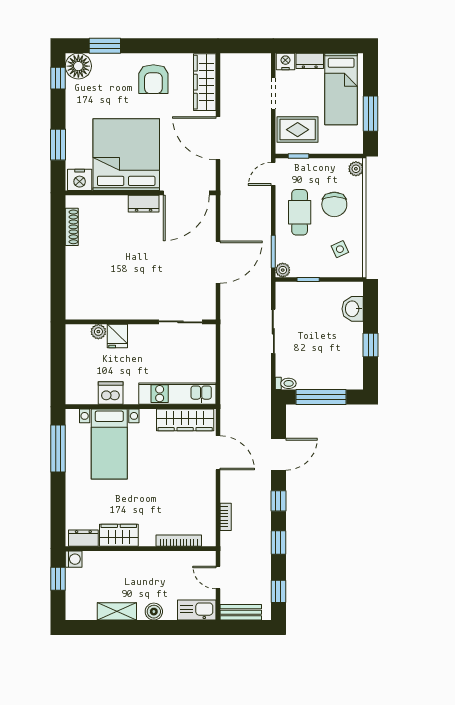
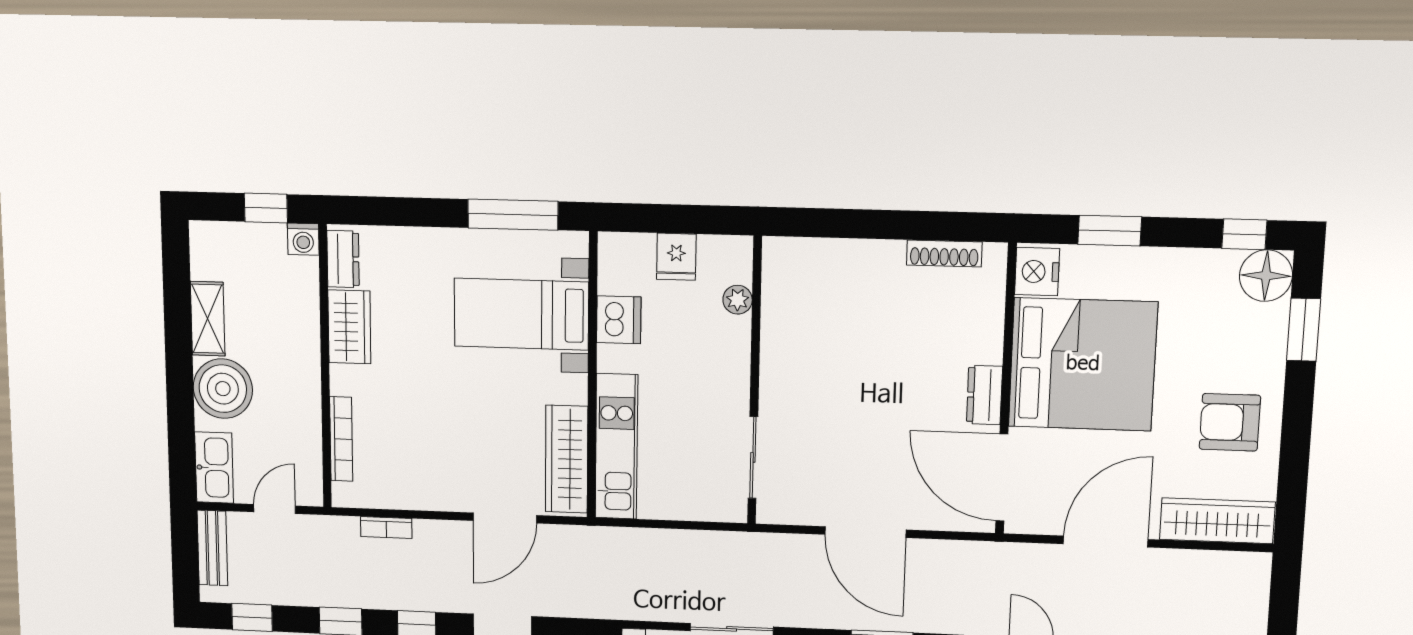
fridge: (117, 336) -> (676, 257), moved, turned -90
boiler: (154, 612) -> (223, 389), width x1.86, depth x1.86

